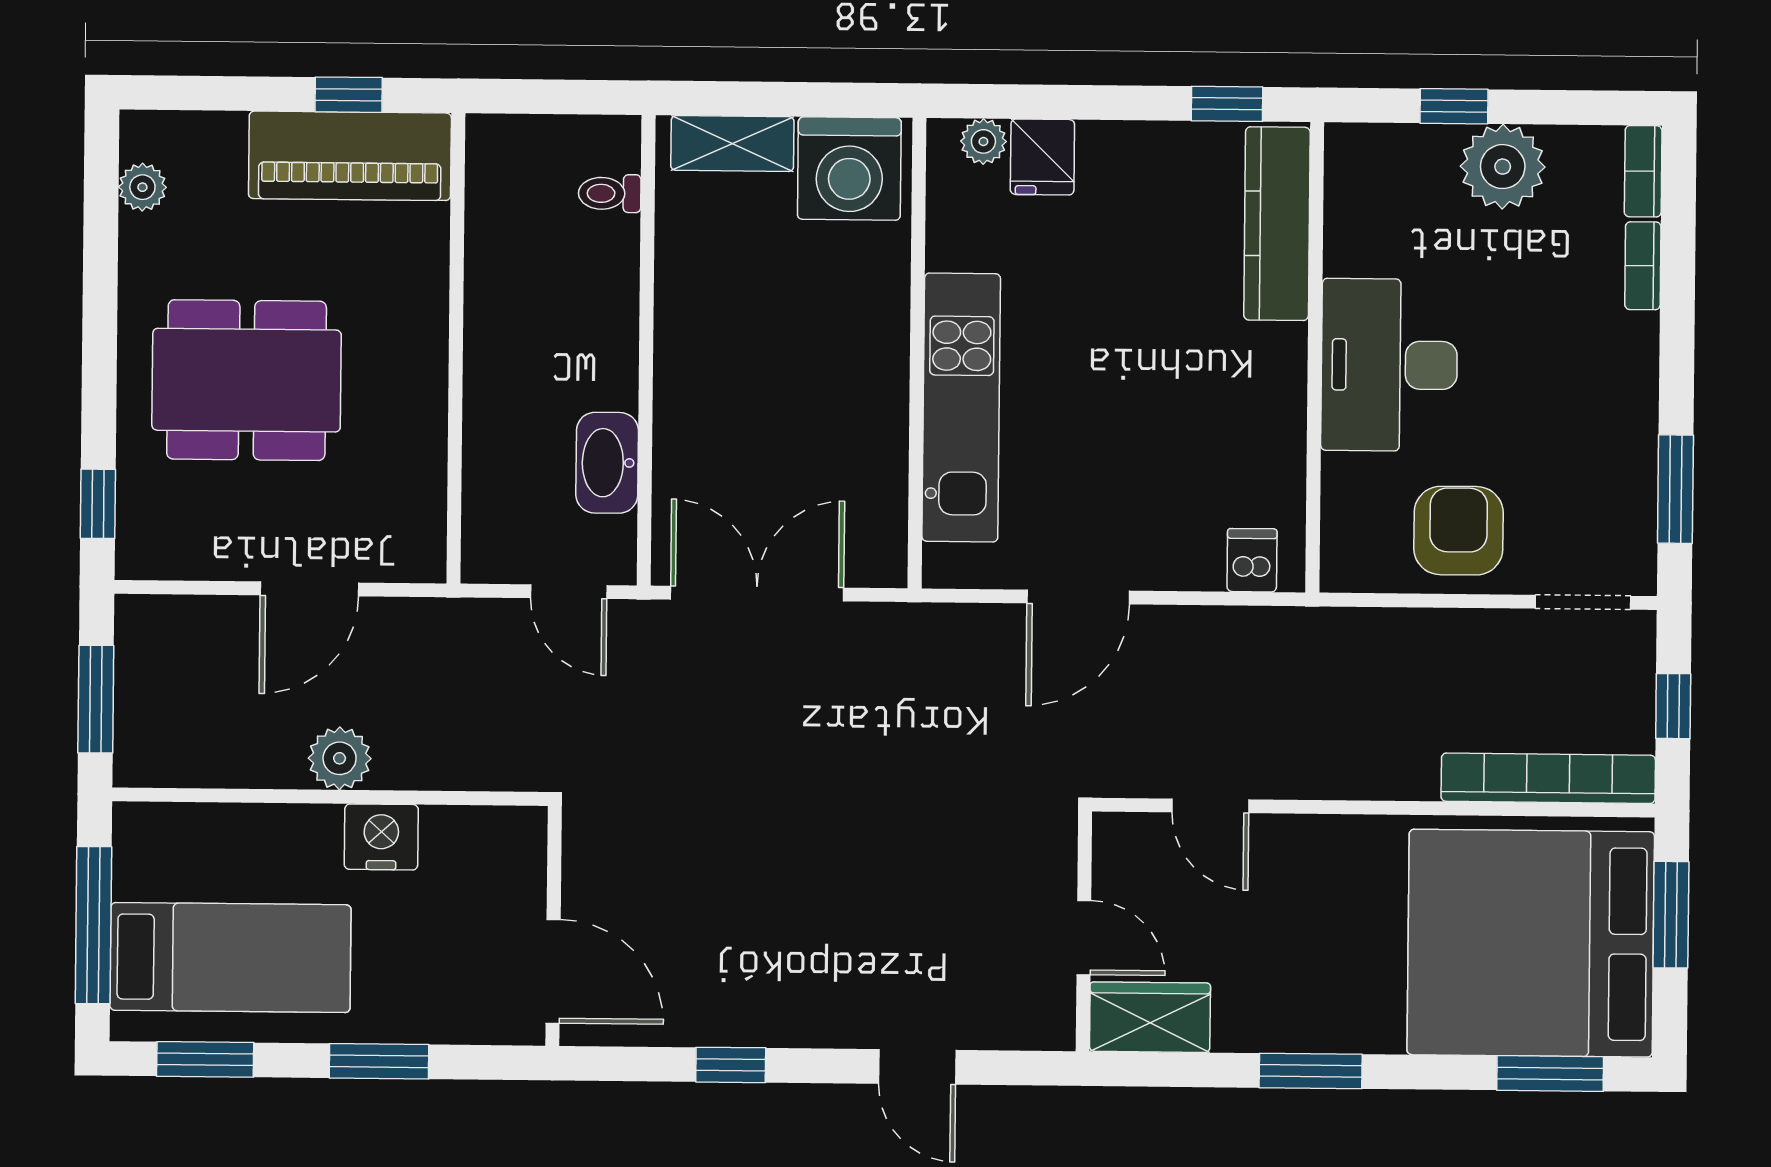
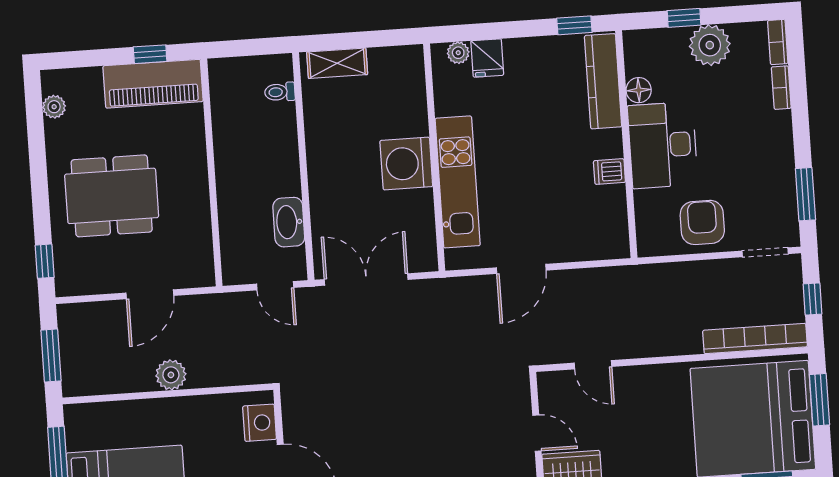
washing machine: (849, 169) -> (406, 163), moved, turned 90
floor lamp: (1349, 248) -> (639, 90), added
dishwasher: (1252, 560) -> (609, 172), moved, turned -90
nightstand: (381, 837) -> (260, 423), moved, turned 90

